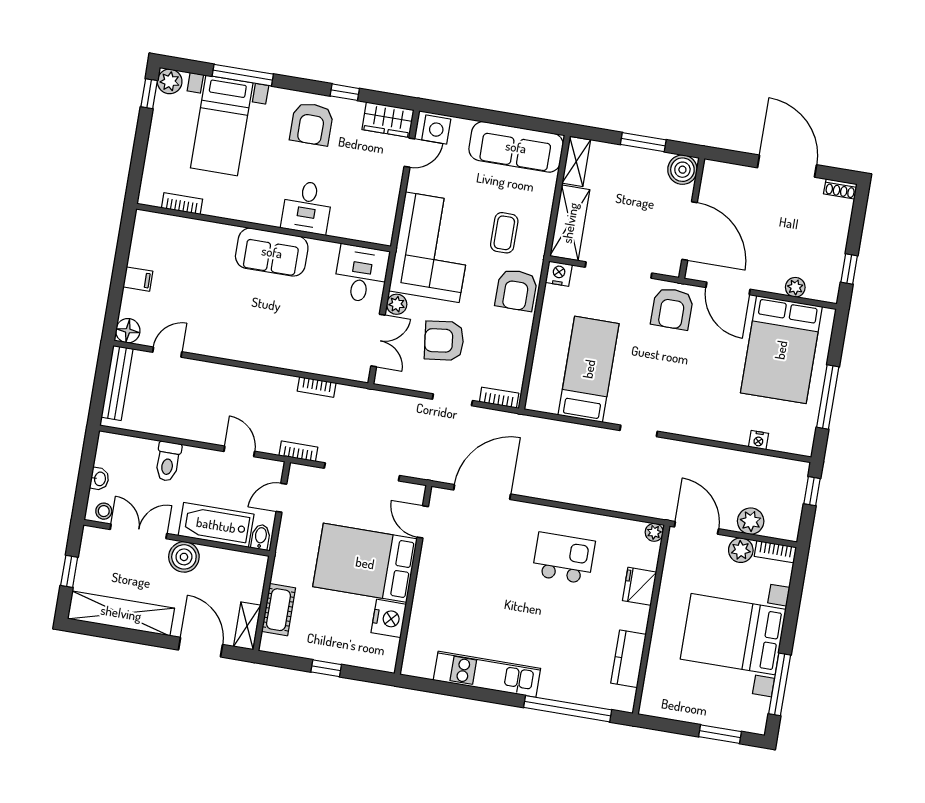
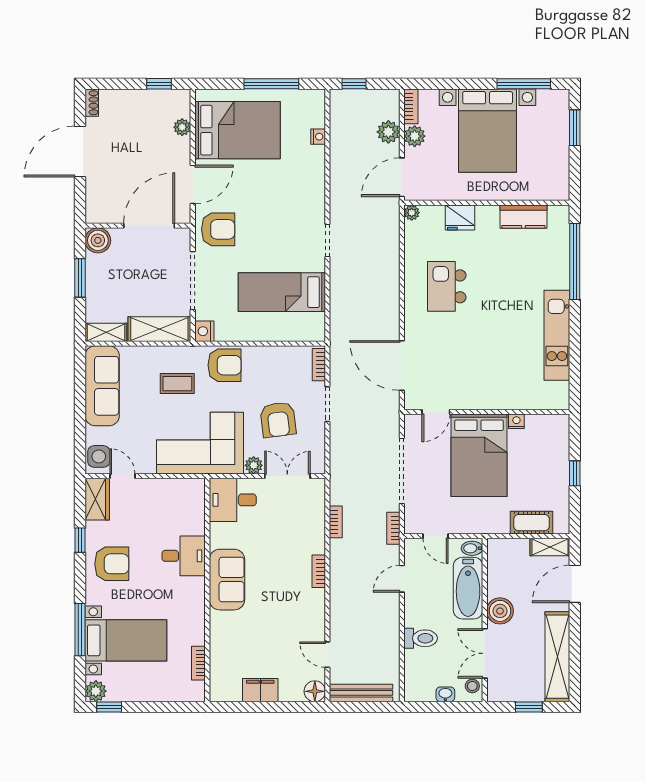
filing cabinet: (138, 279) -> (260, 690), width x2.00
bookcase: (264, 358) -> (319, 571), added
nightstand: (389, 618) -> (516, 421), width x0.53, depth x0.56

